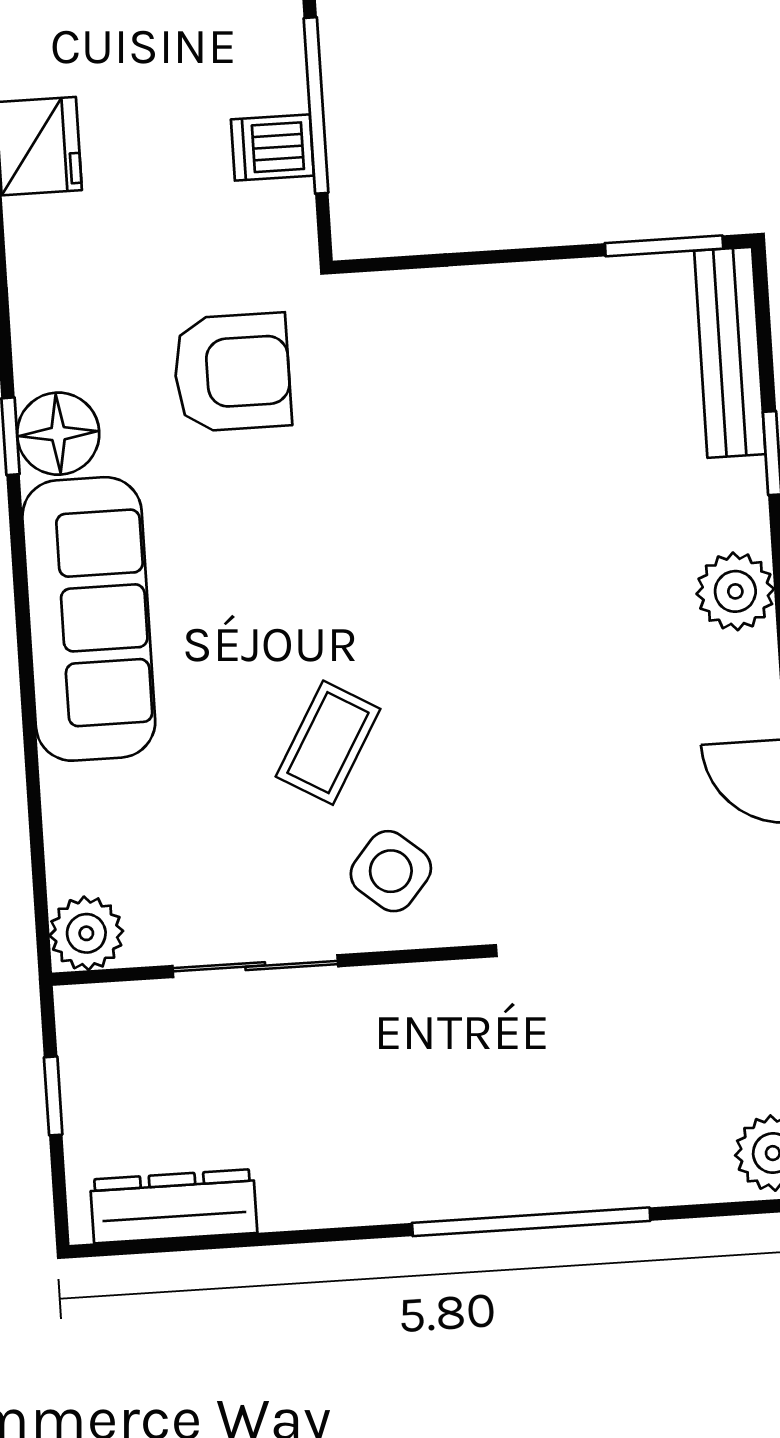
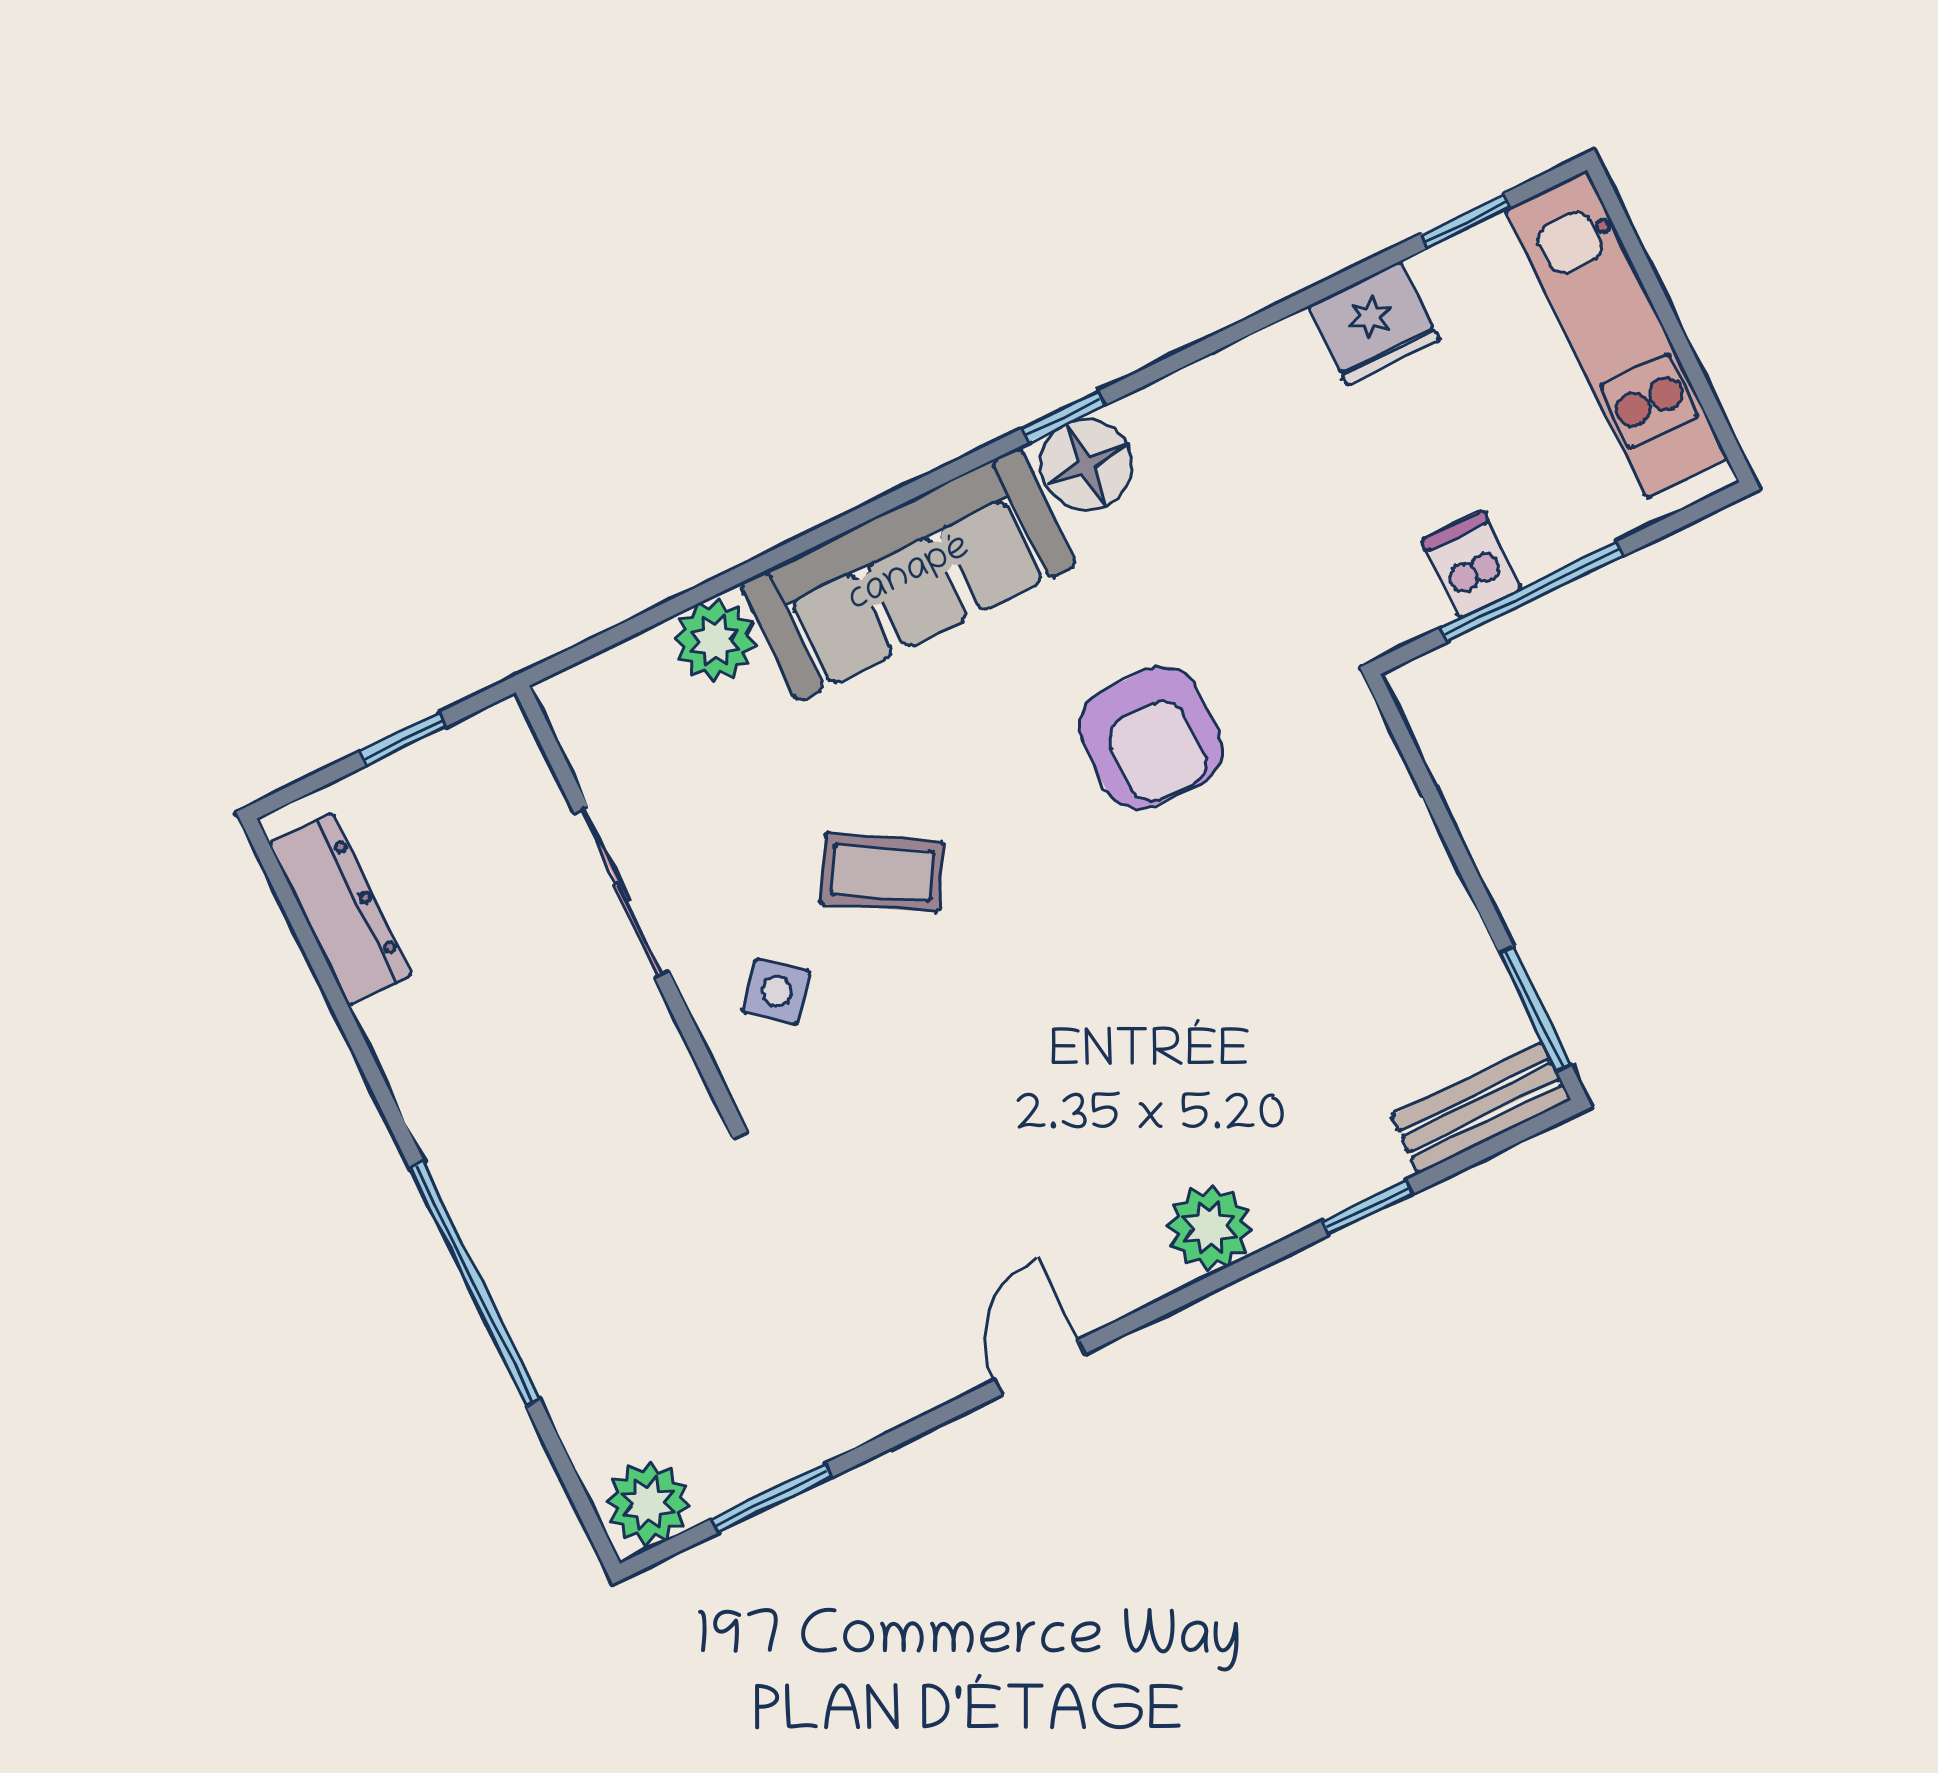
bench: (730, 352) -> (1481, 1108), width x0.73
armchair: (232, 372) -> (1151, 738), moved
side table: (391, 871) -> (777, 991), width x0.73, depth x0.73
plant: (86, 933) -> (715, 641), moved

